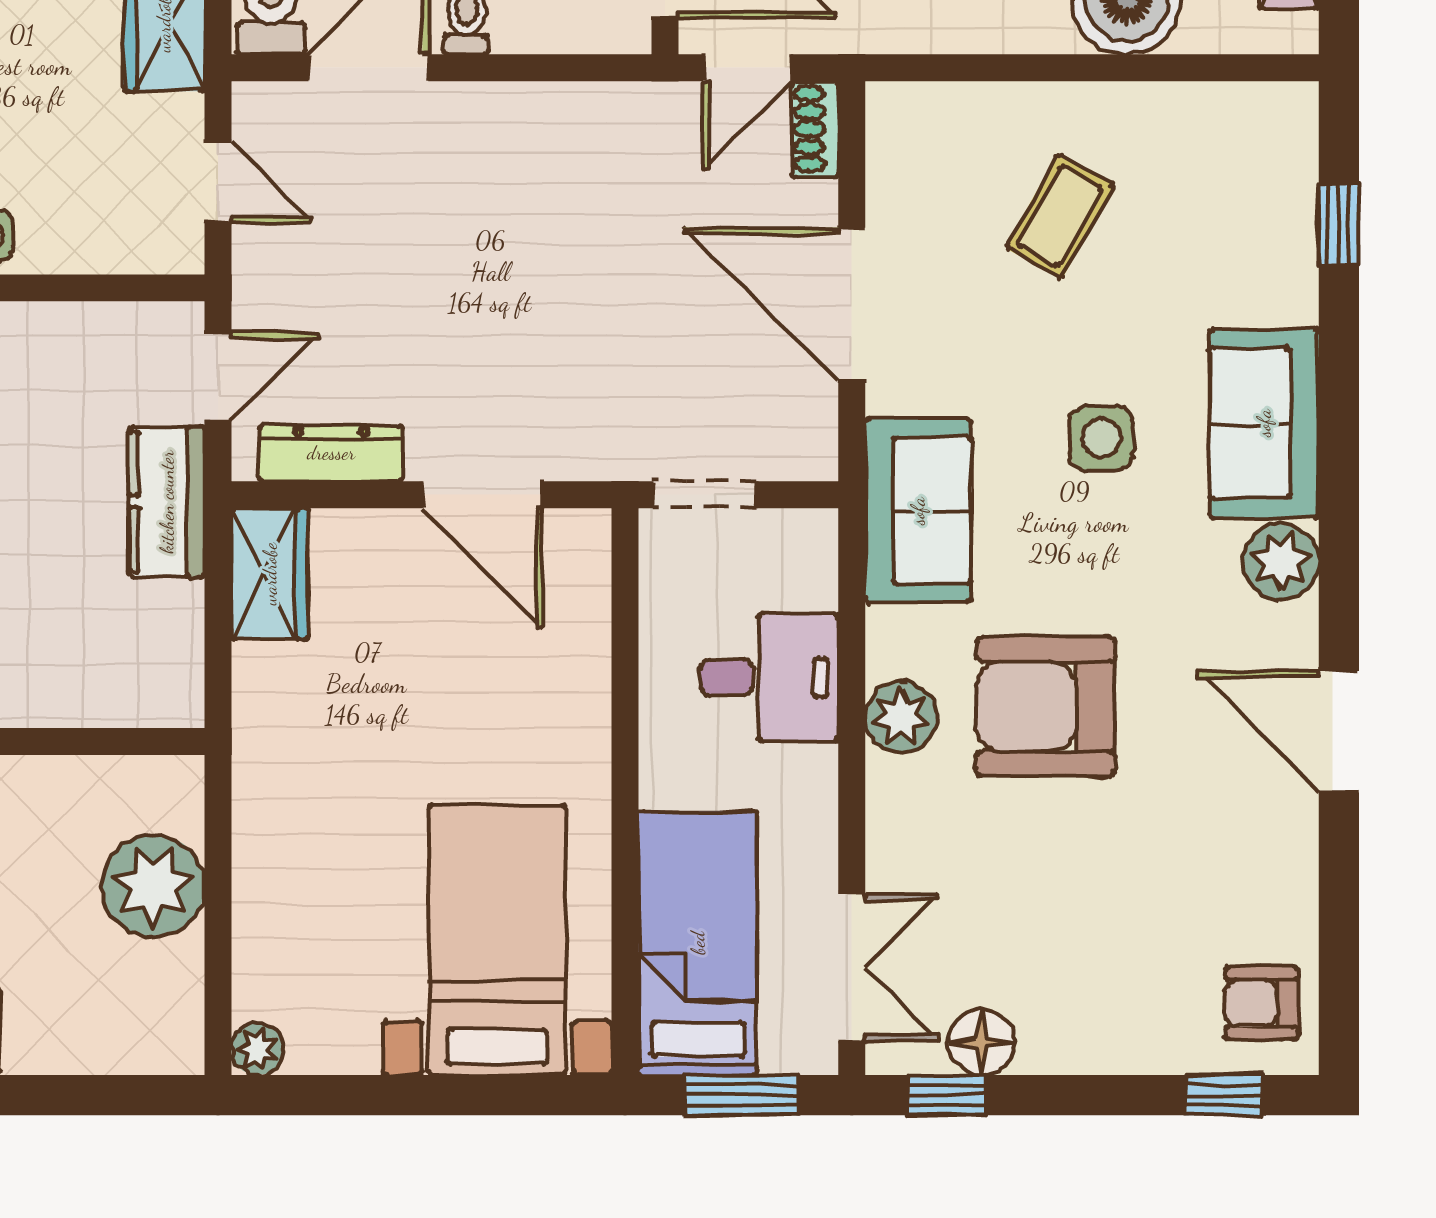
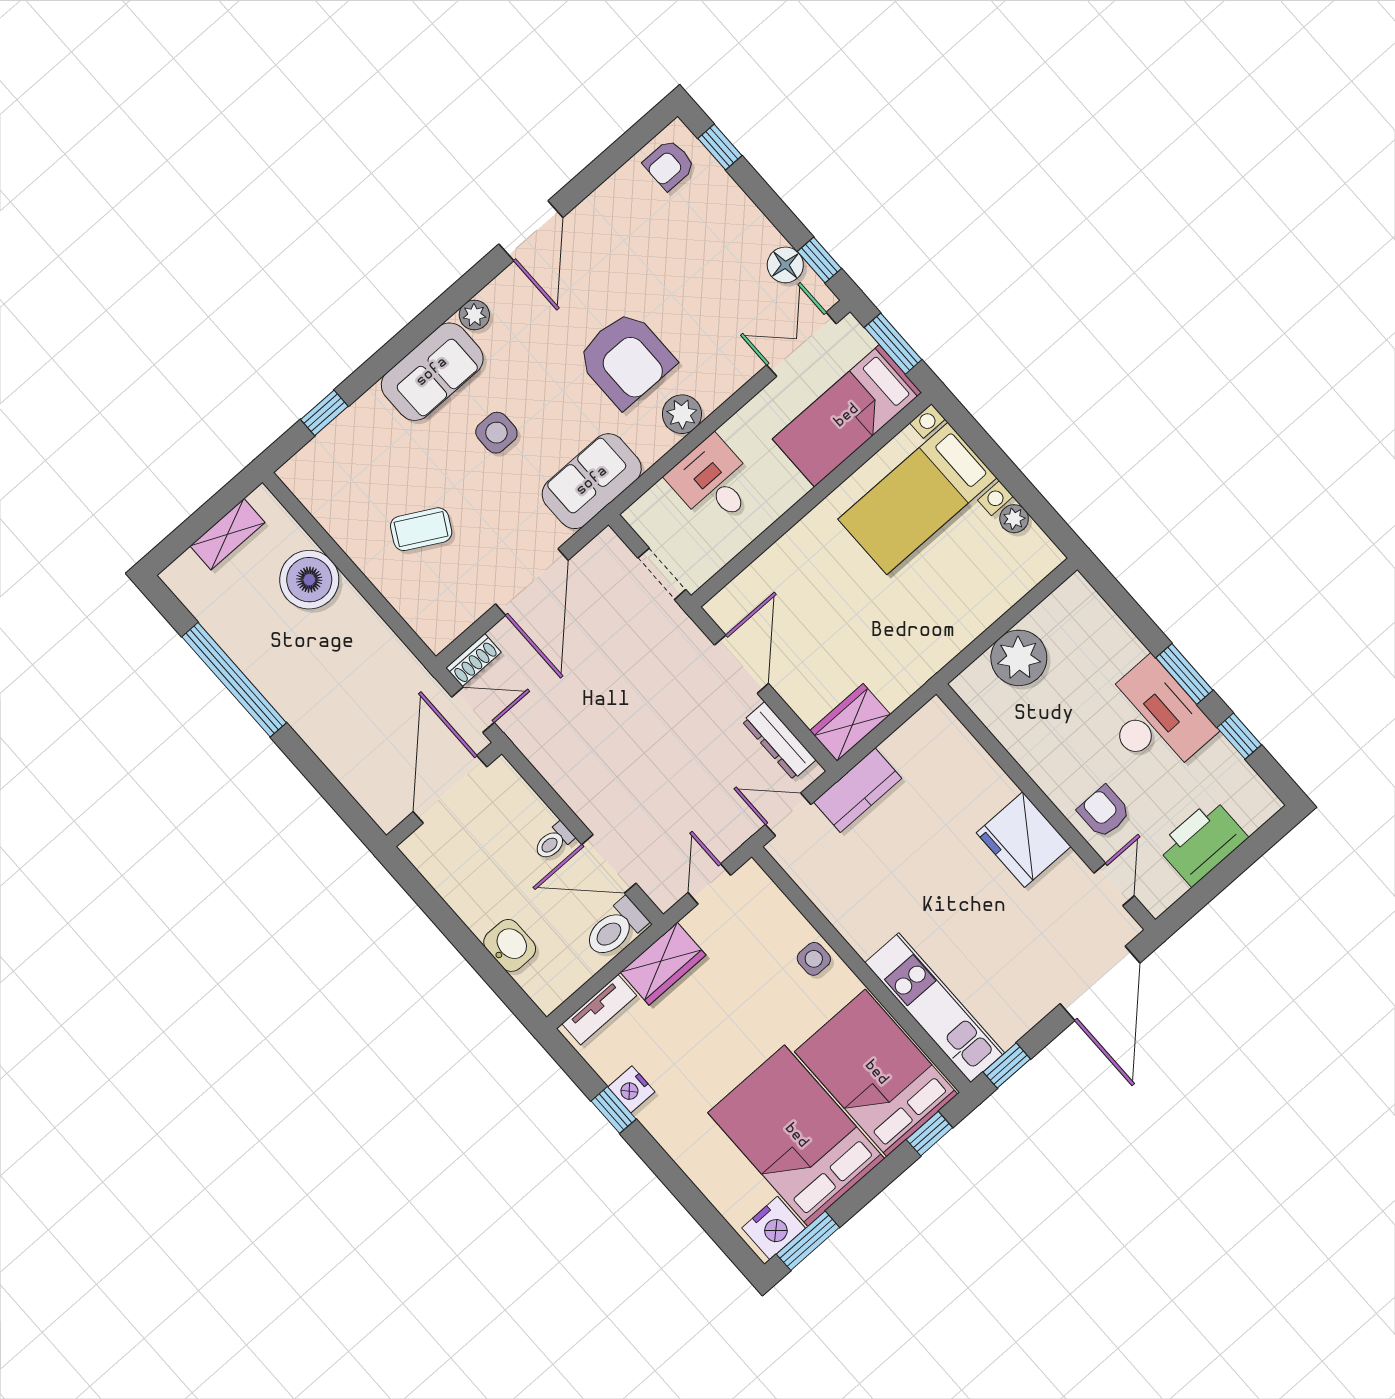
plant: (1281, 561) -> (474, 315), width x0.73, depth x0.73
armchair: (1262, 1003) -> (669, 165), turned 90
plant: (258, 1049) -> (1014, 519), moved

